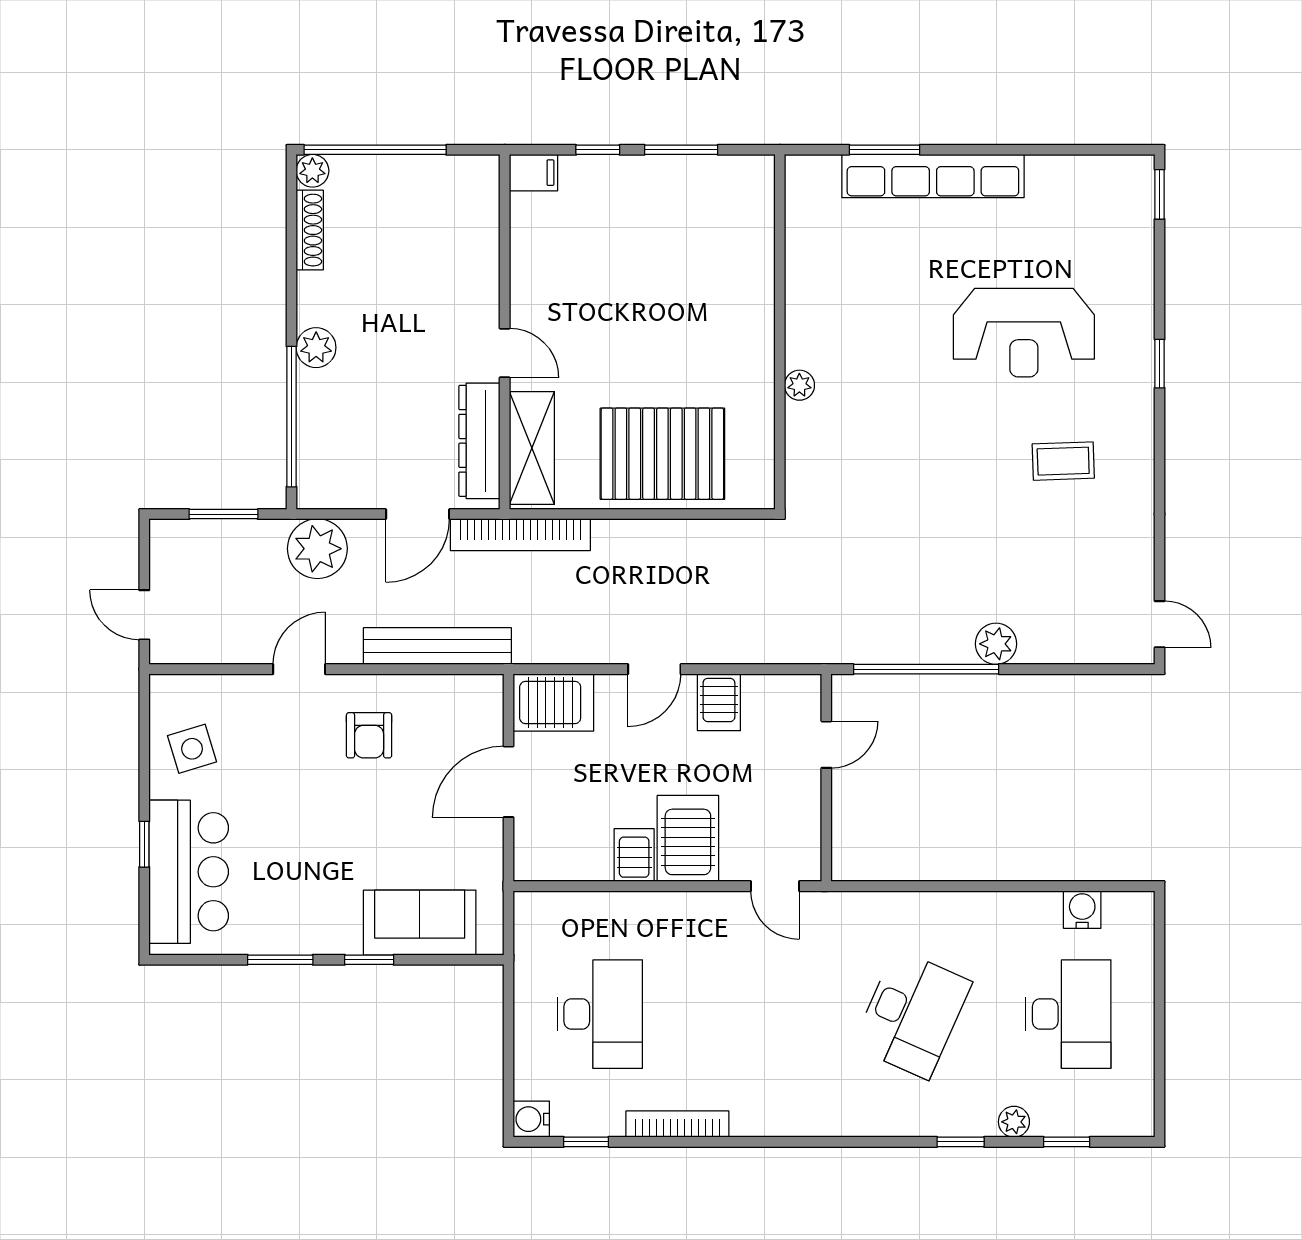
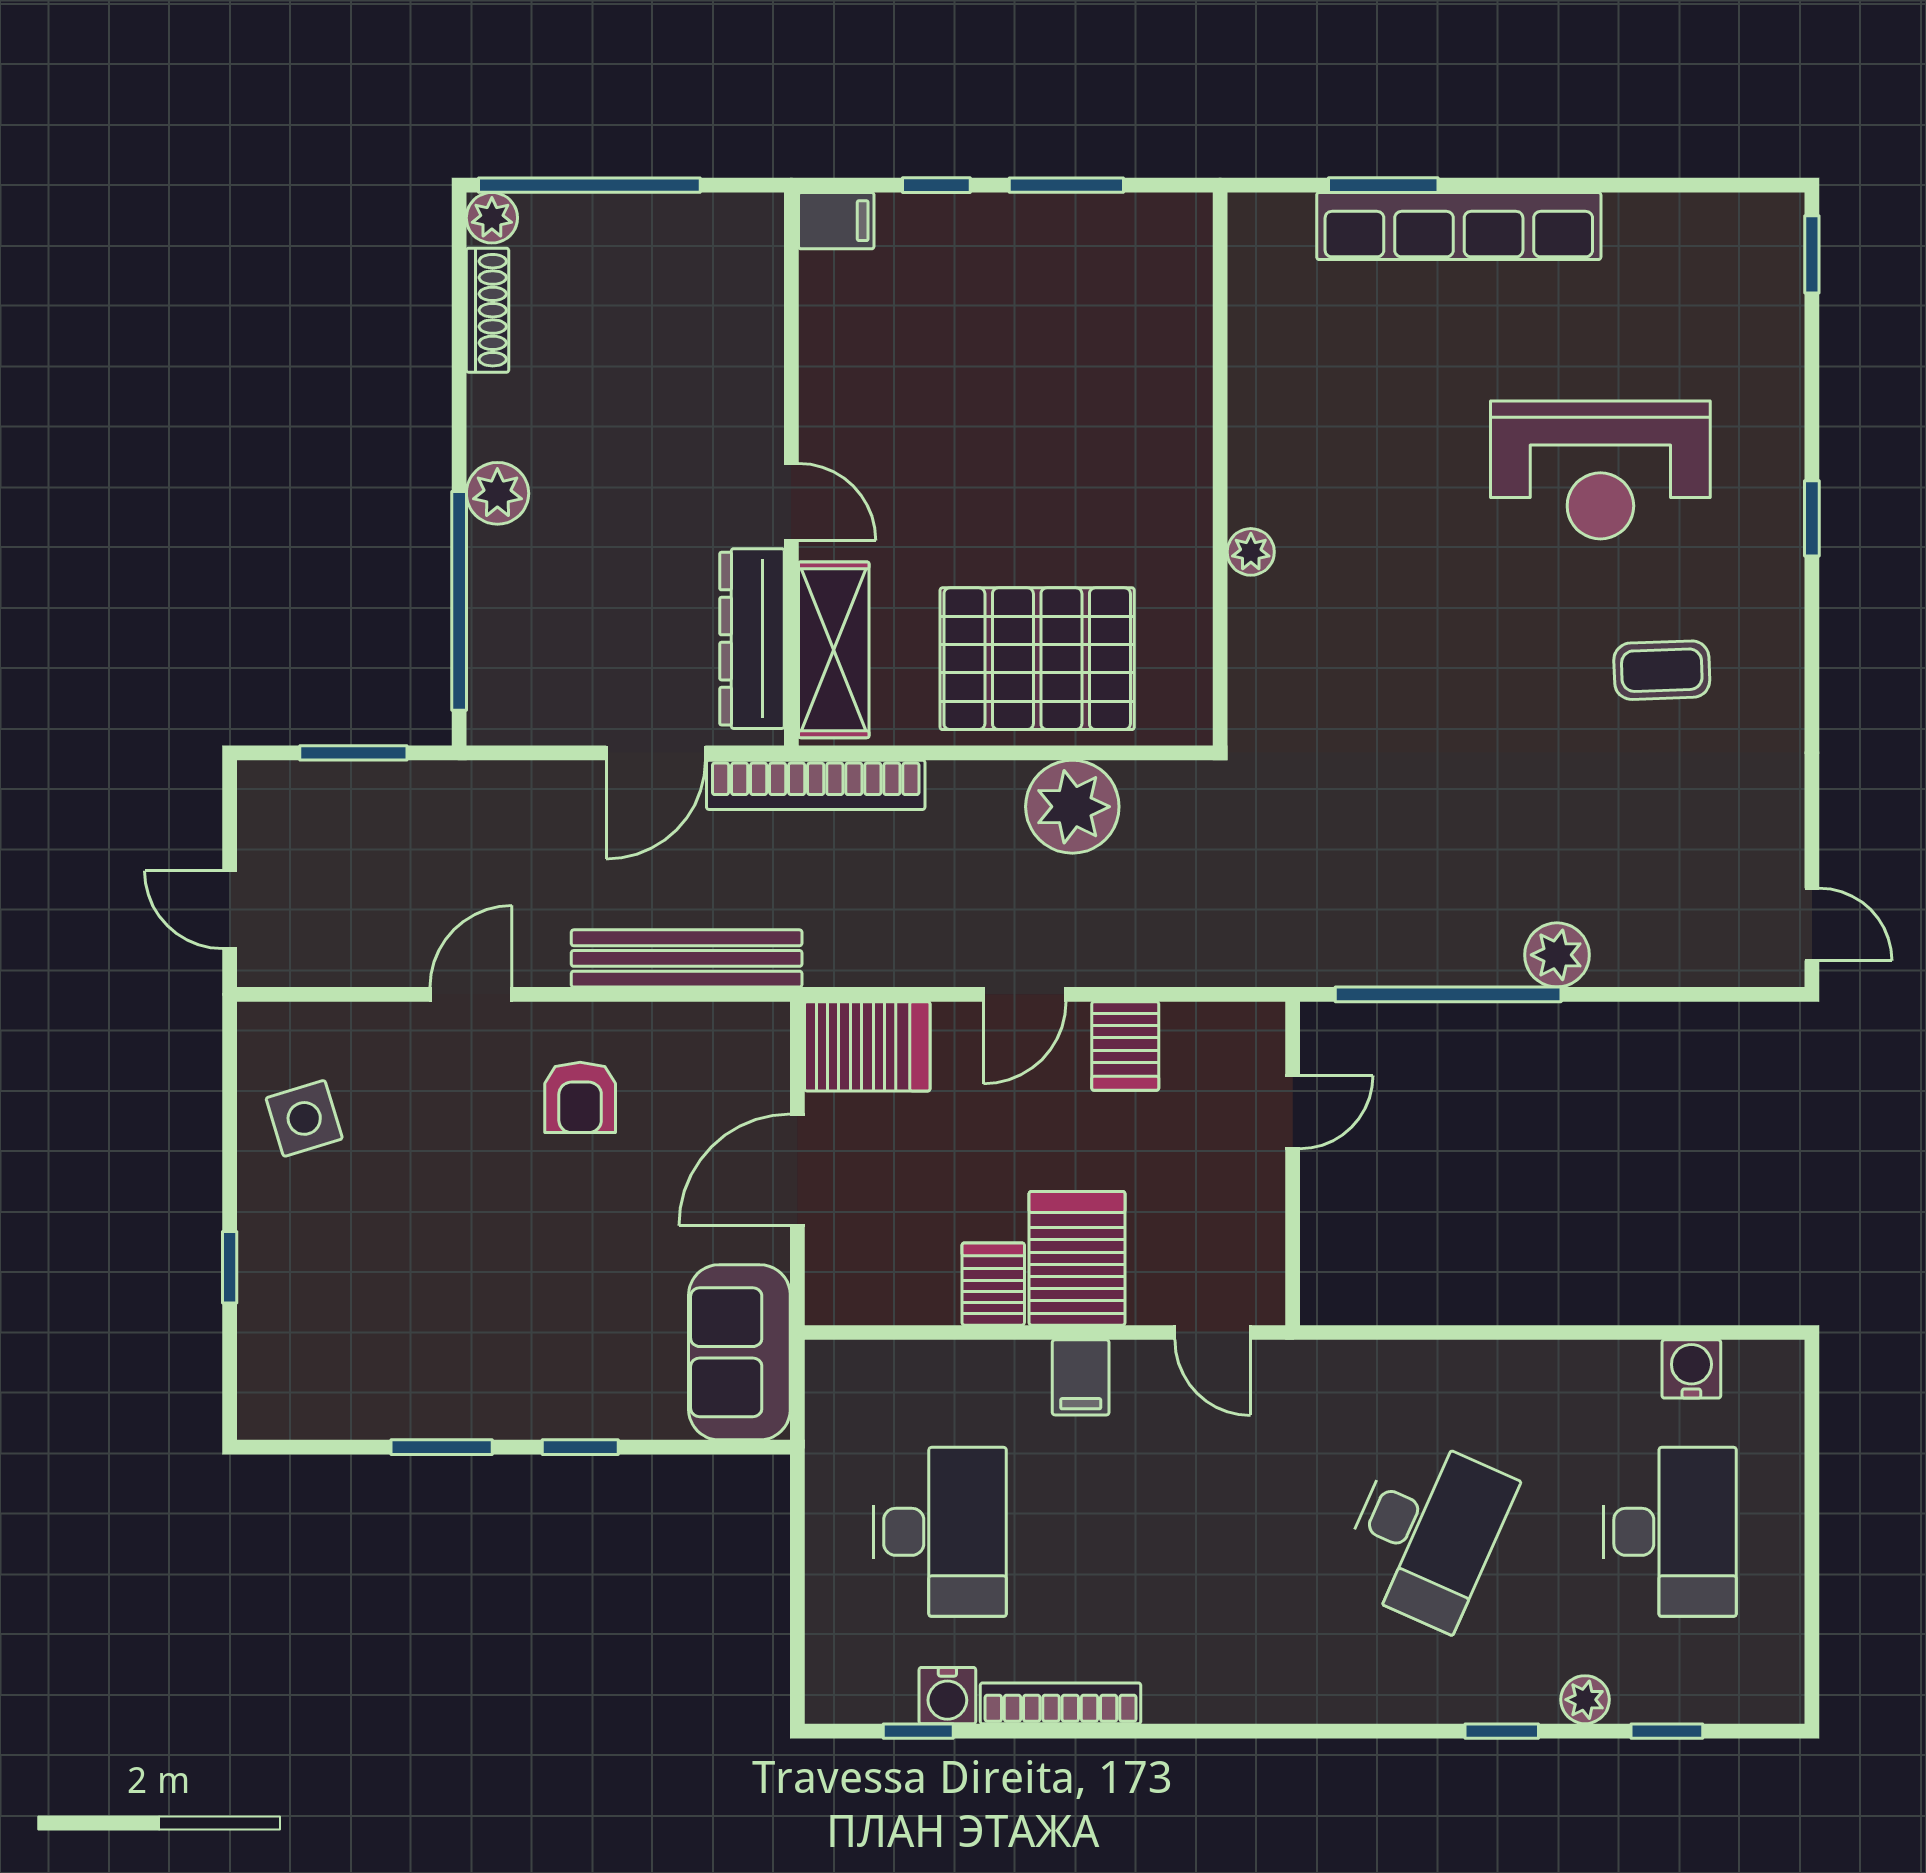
plant: (317, 549) -> (1072, 807), moved
bar counter: (189, 872) -> (299, 1310), removed
filing cabinet: (690, 915) -> (1081, 1377), added
sofa: (420, 923) -> (739, 1352), moved, turned -90
water cooler: (531, 1119) -> (947, 1696), moved, turned -90

